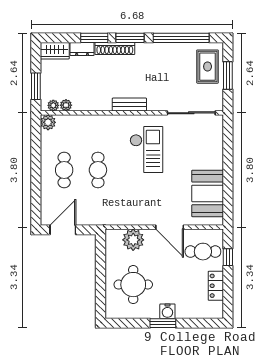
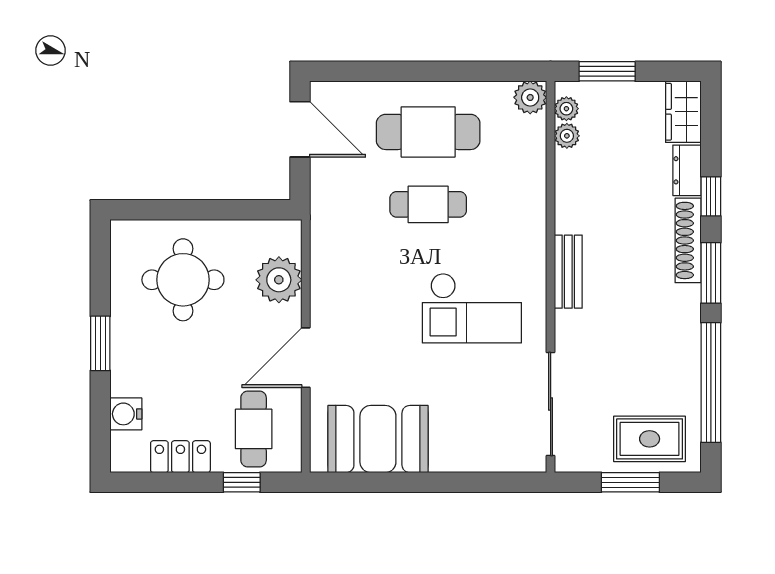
window: (94, 38) -> (711, 196), width x0.67
cafe table: (64, 170) -> (428, 132), width x1.37, depth x1.35
water cooler: (167, 311) -> (126, 414), moved

